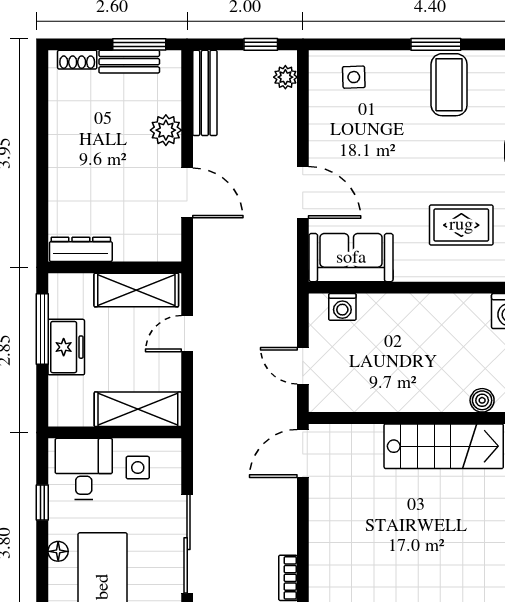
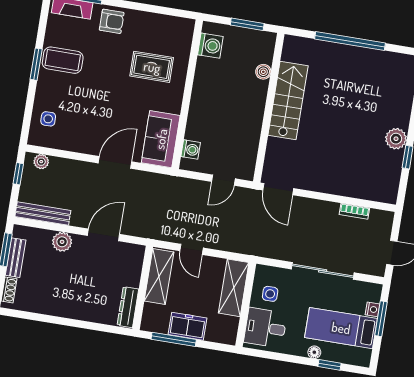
rug: (461, 225) -> (152, 67), turned 90
window: (42, 502) -> (329, 365), moved

